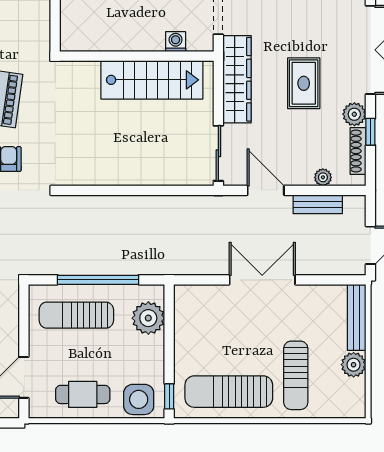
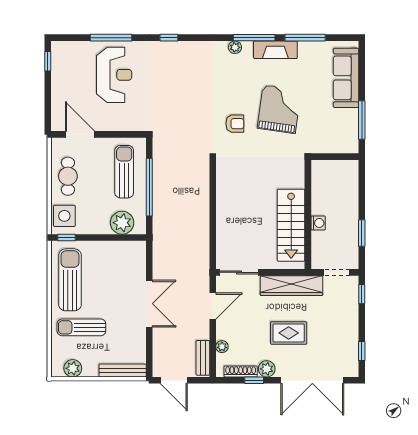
washing machine: (176, 42) -> (318, 223), moved
bench: (318, 204) -> (203, 358), moved
plant: (354, 365) -> (73, 368), moved

